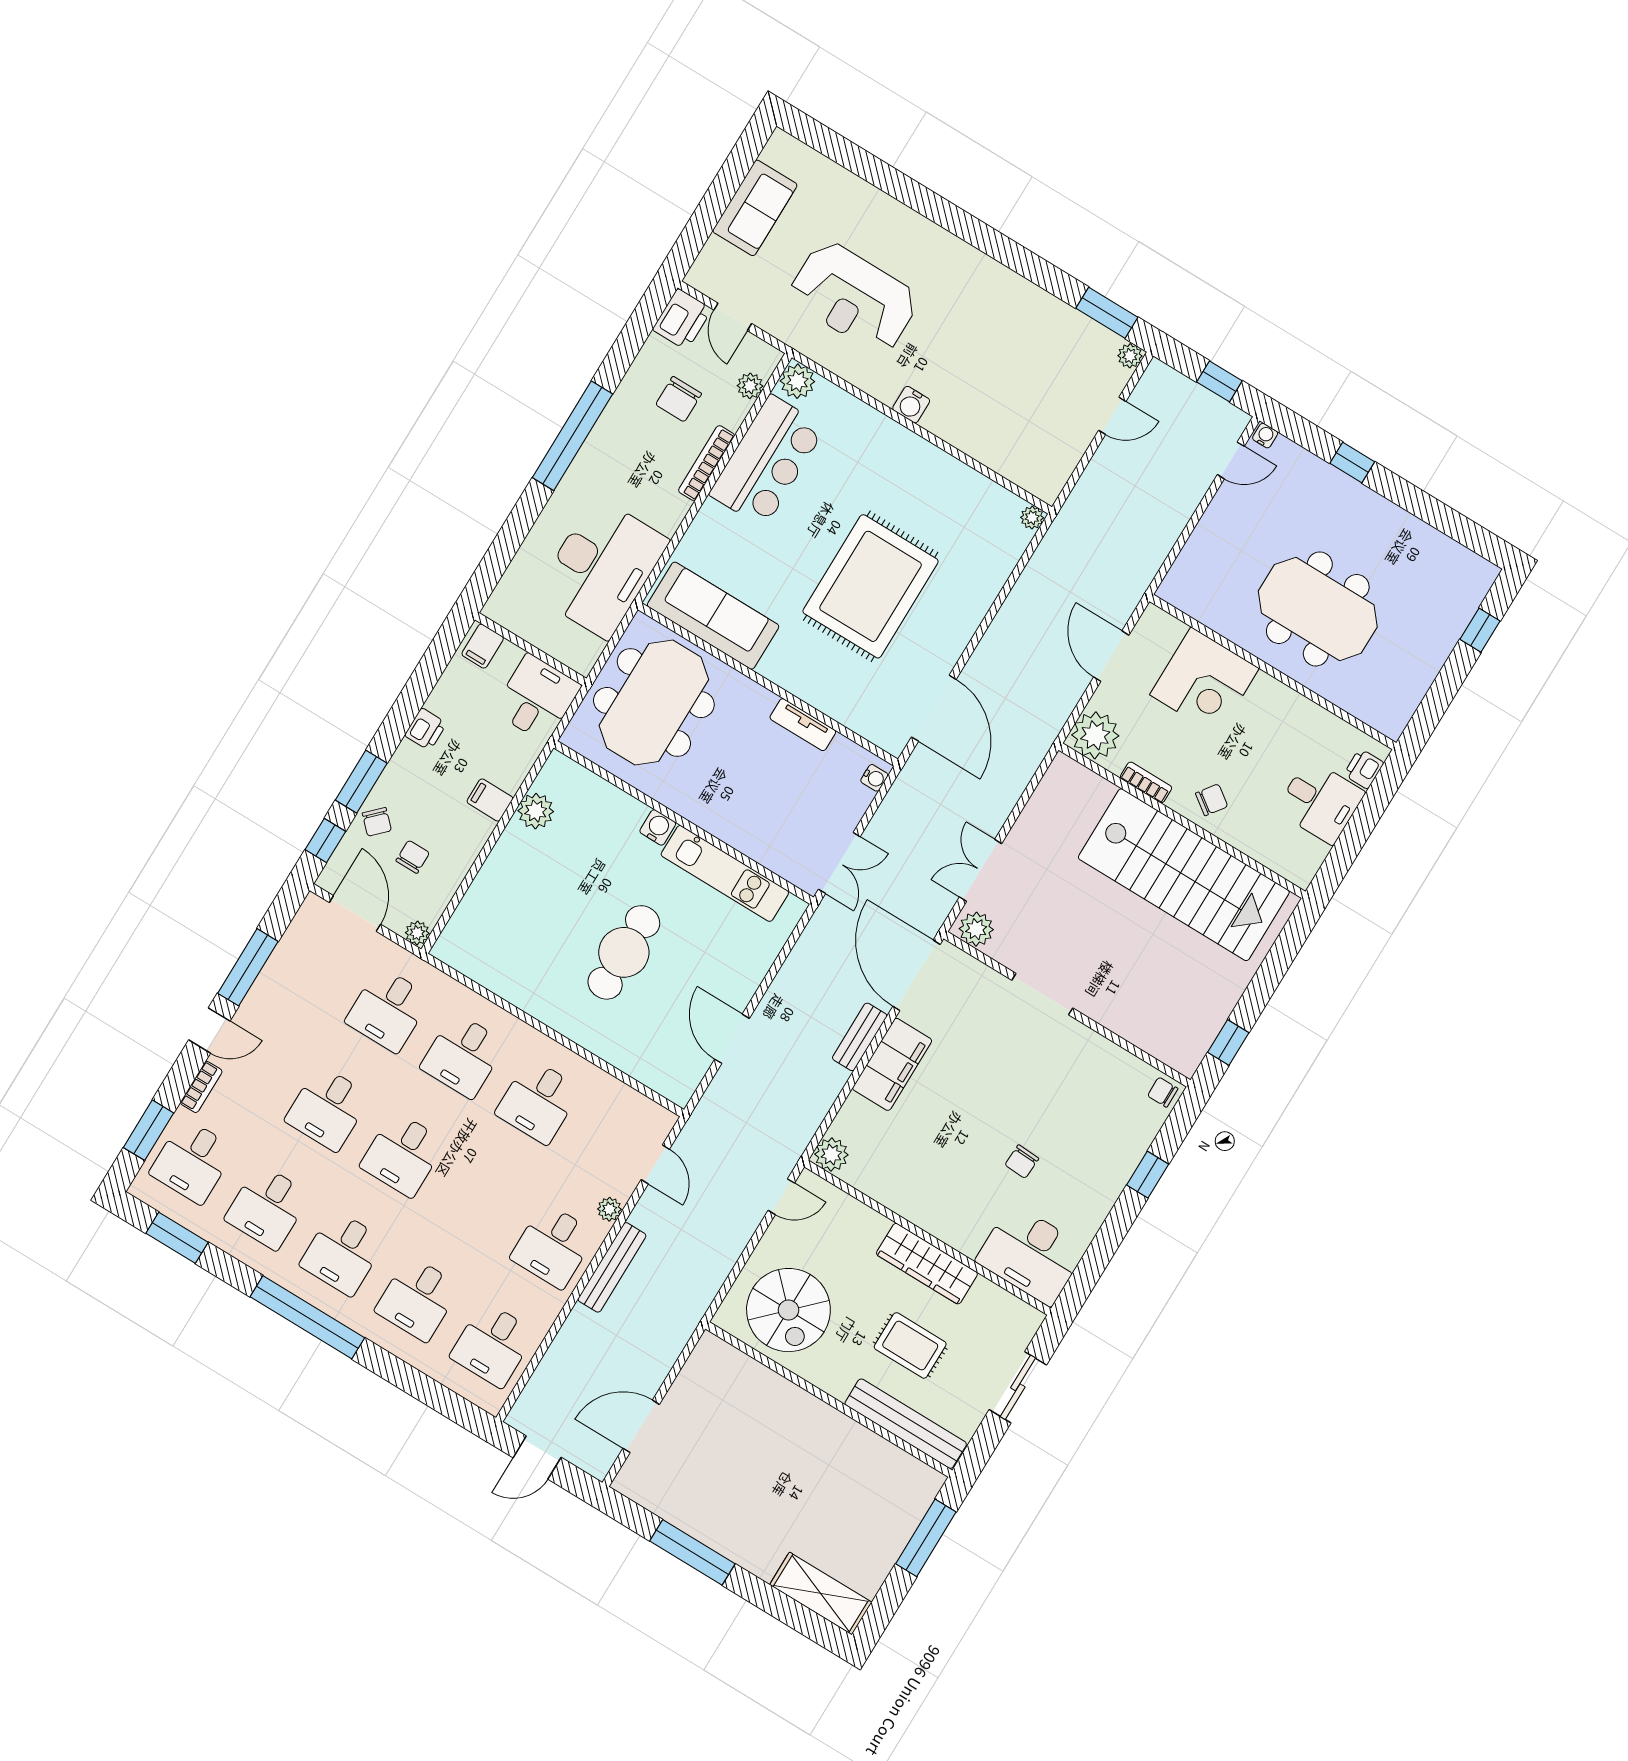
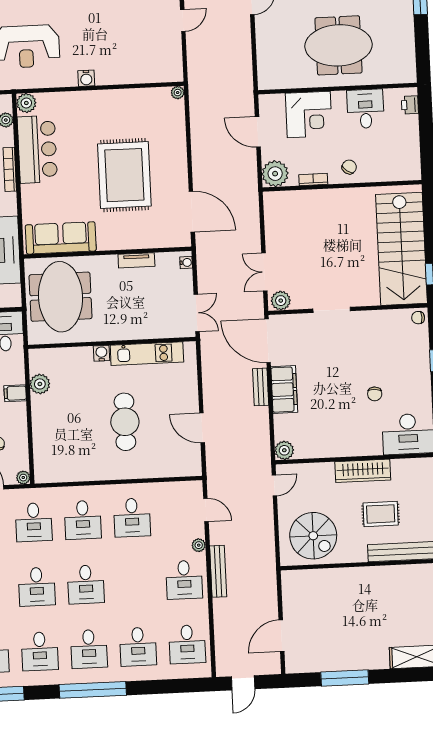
desk: (1320, 801) -> (365, 109), moved, turned -90
stairs: (1184, 875) -> (402, 249), moved, turned 90

